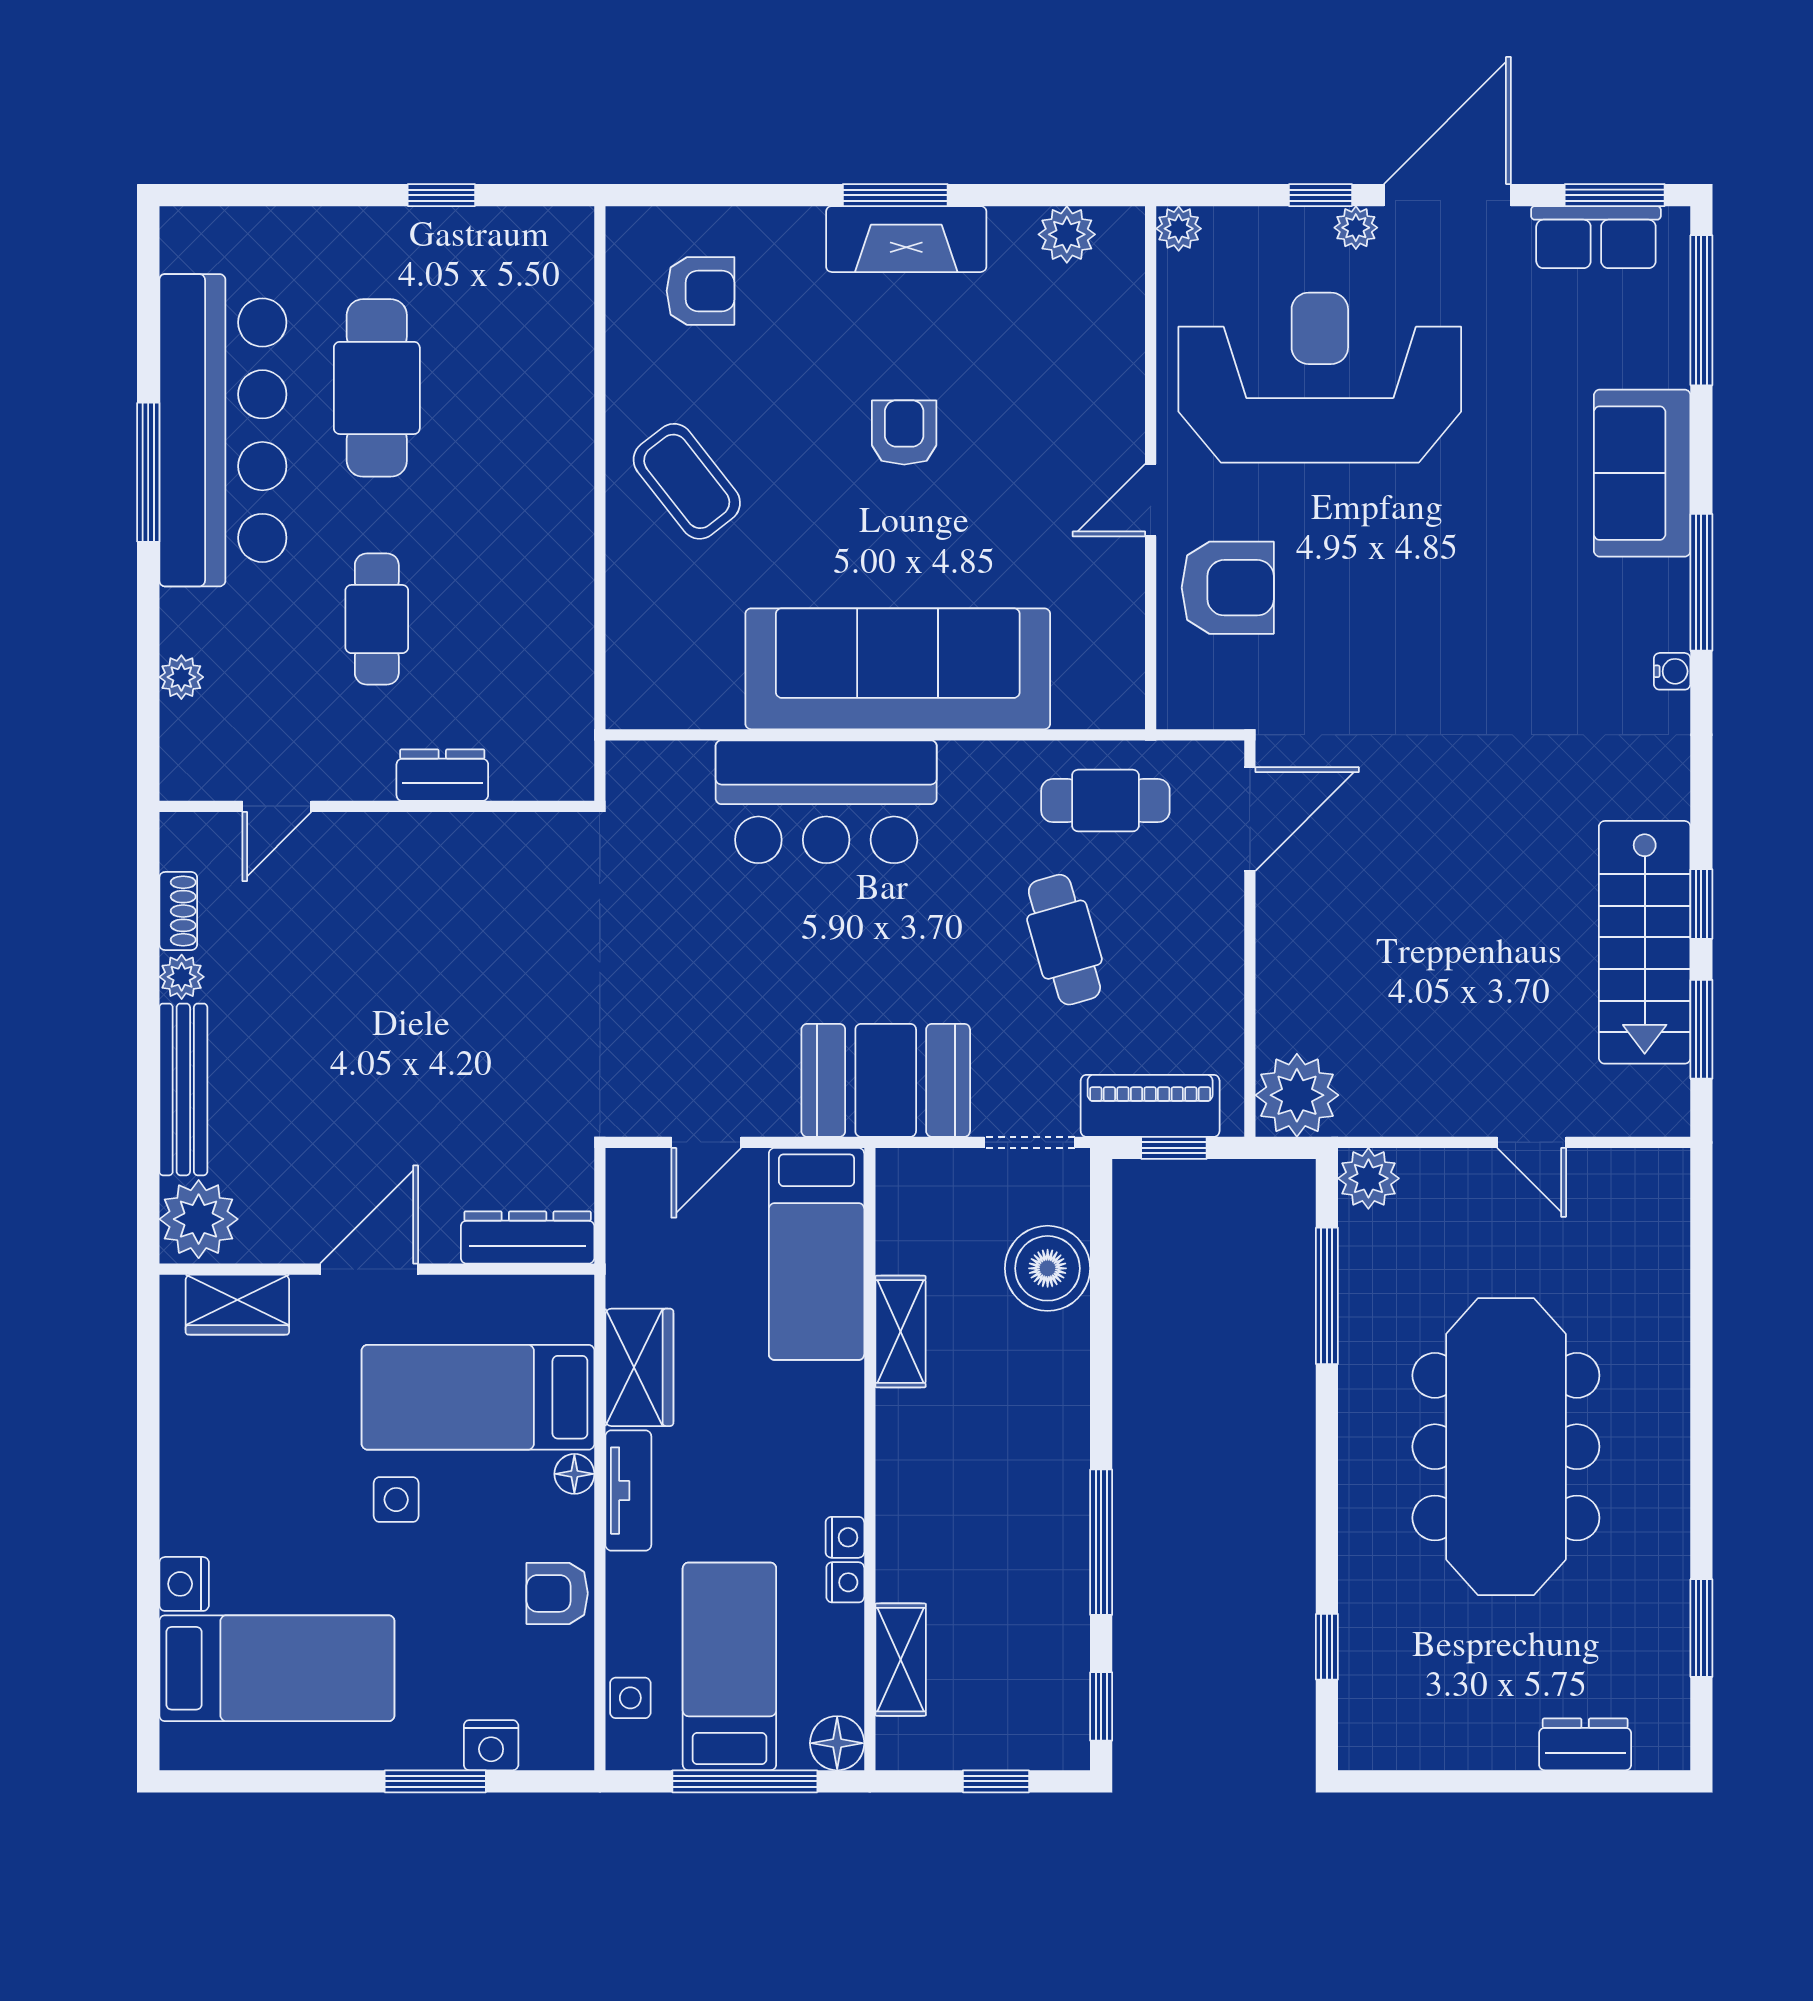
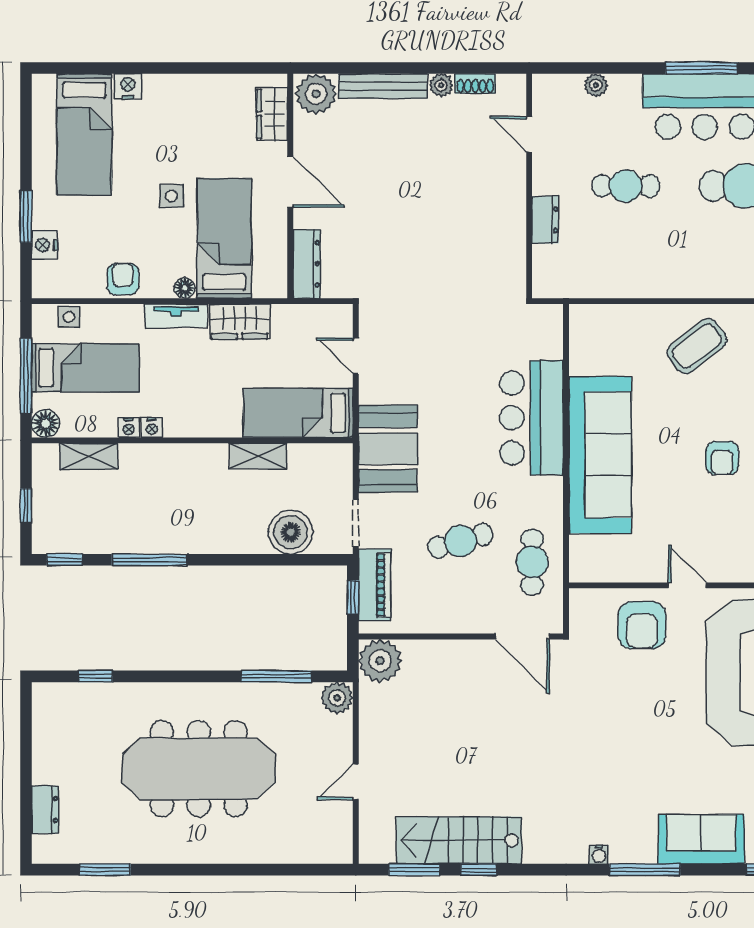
armchair: (904, 432) -> (722, 458), turned 90

